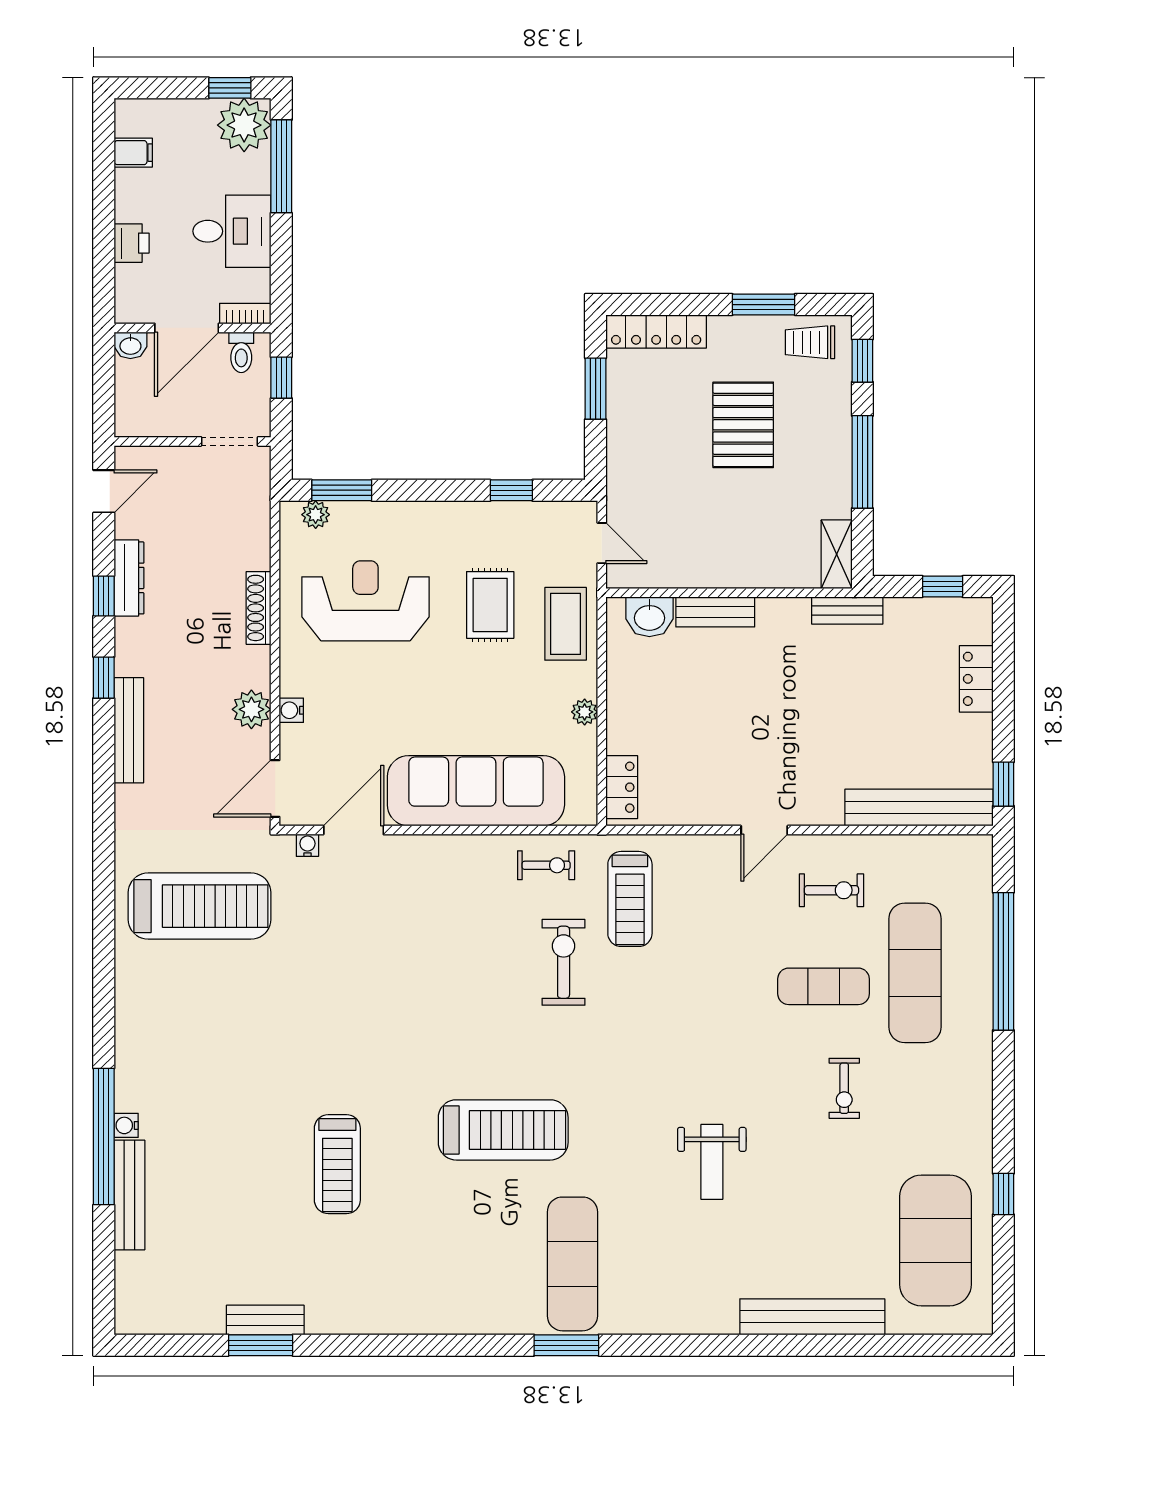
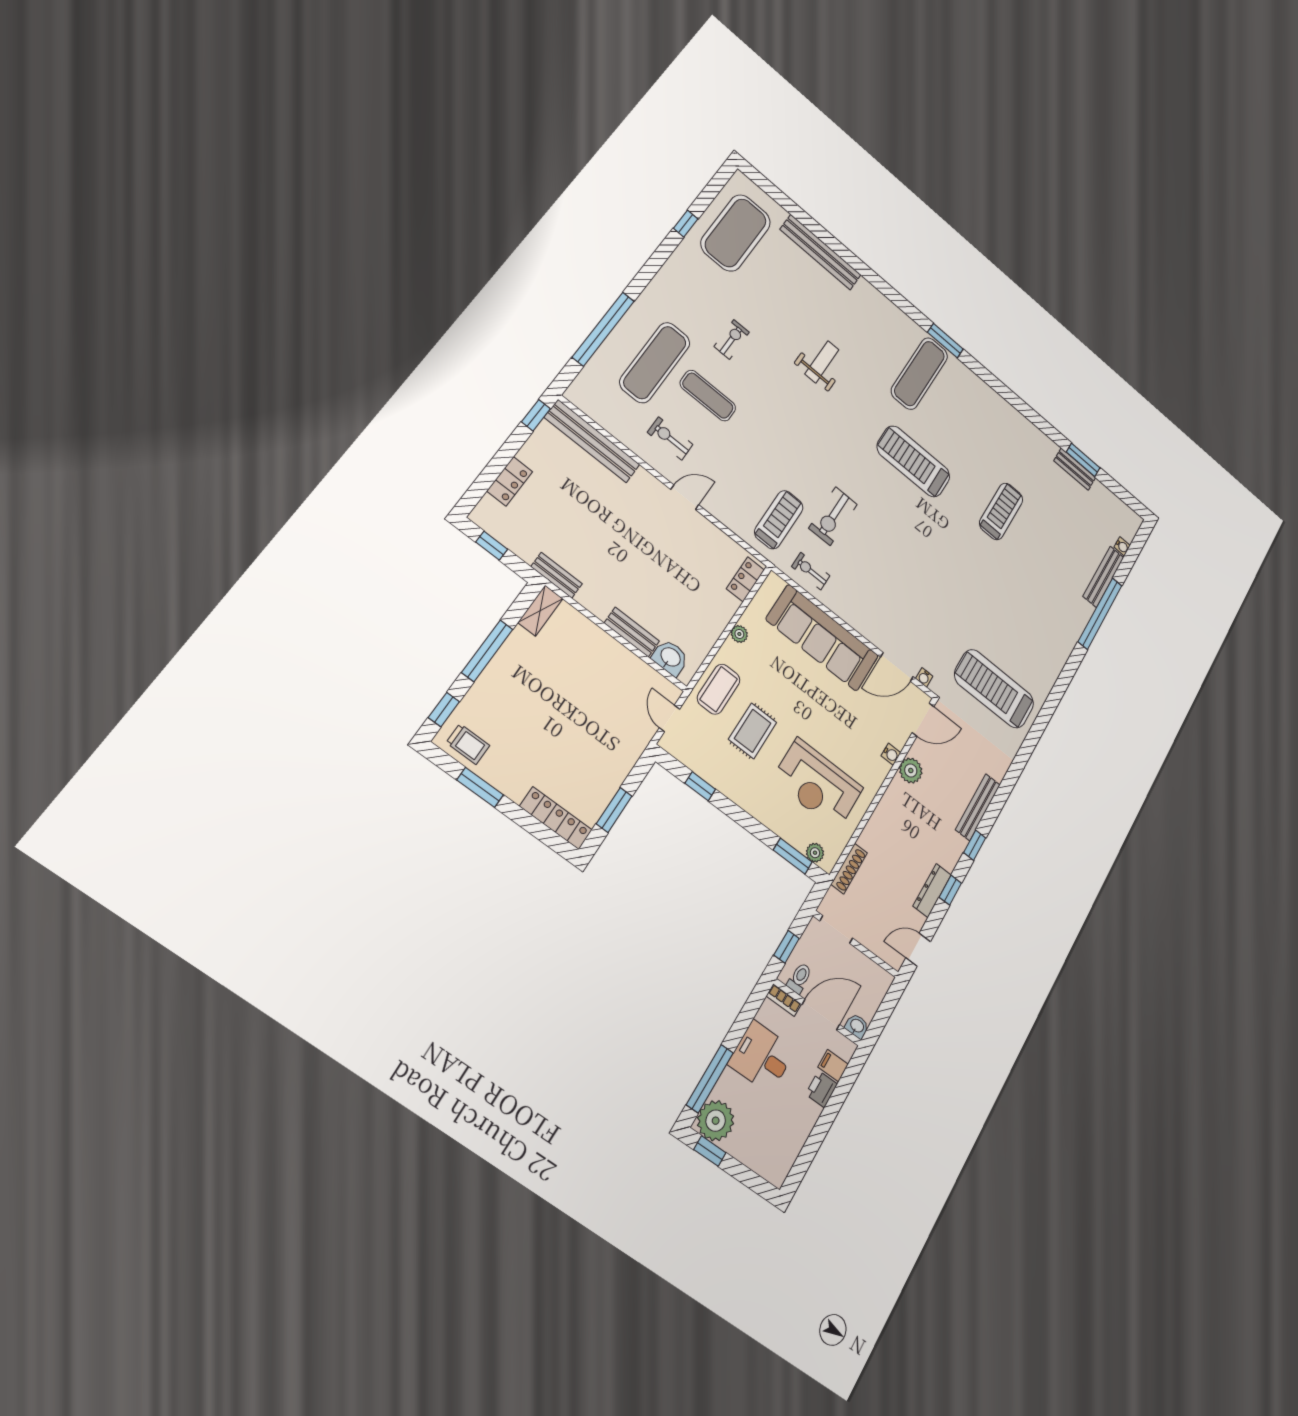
filing cabinet: (133, 153) -> (833, 1066), moved
pallet: (743, 425) -> (543, 725), removed
shoe rack: (259, 608) -> (849, 869), moved
water cooler: (126, 1125) -> (1122, 546), moved

